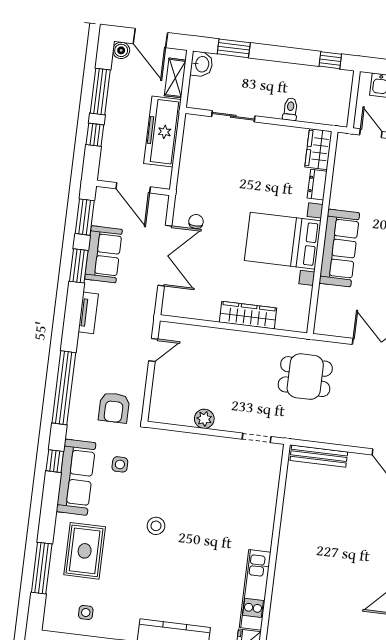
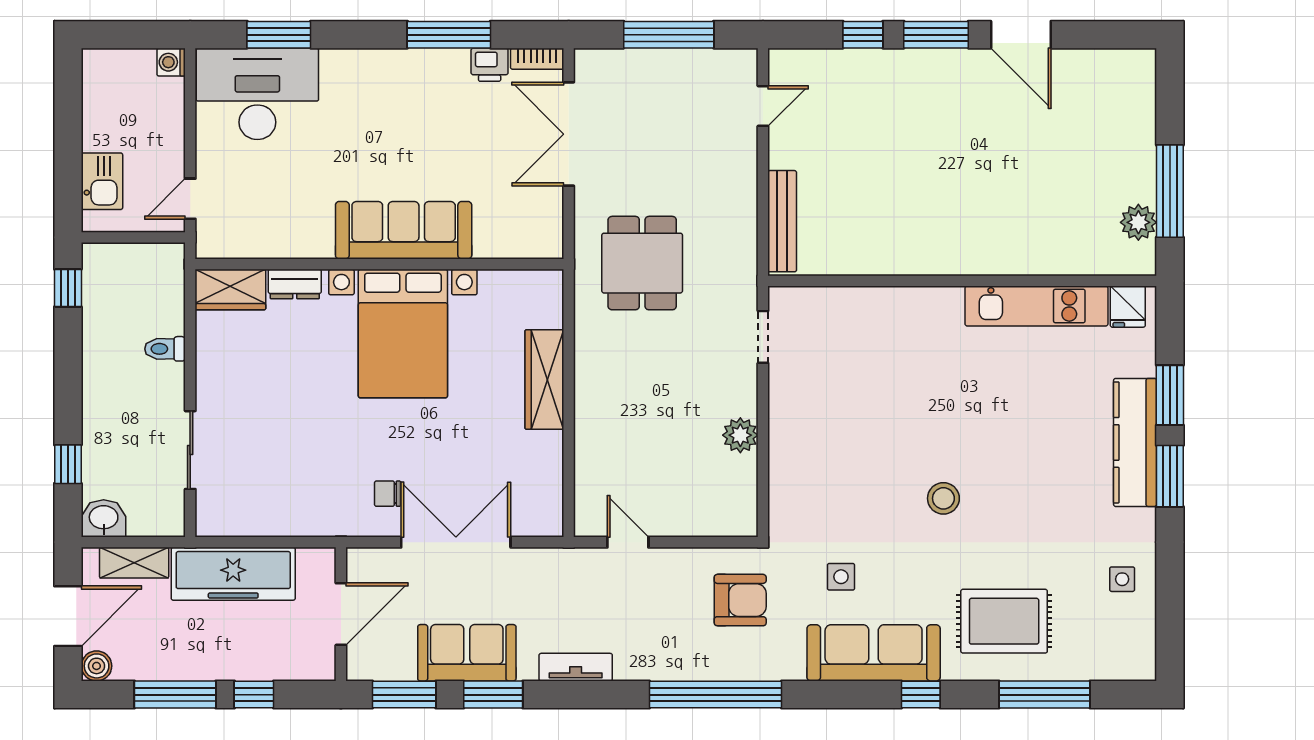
window: (234, 48) -> (68, 464), width x0.67
window: (55, 461) -> (921, 695), moved
side table: (86, 612) -> (1122, 579), moved

